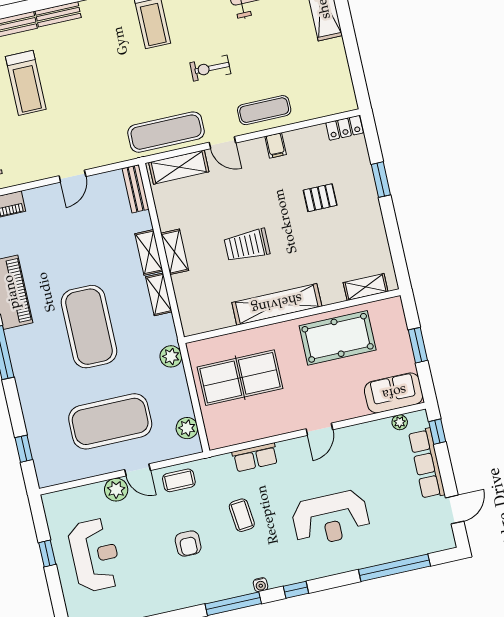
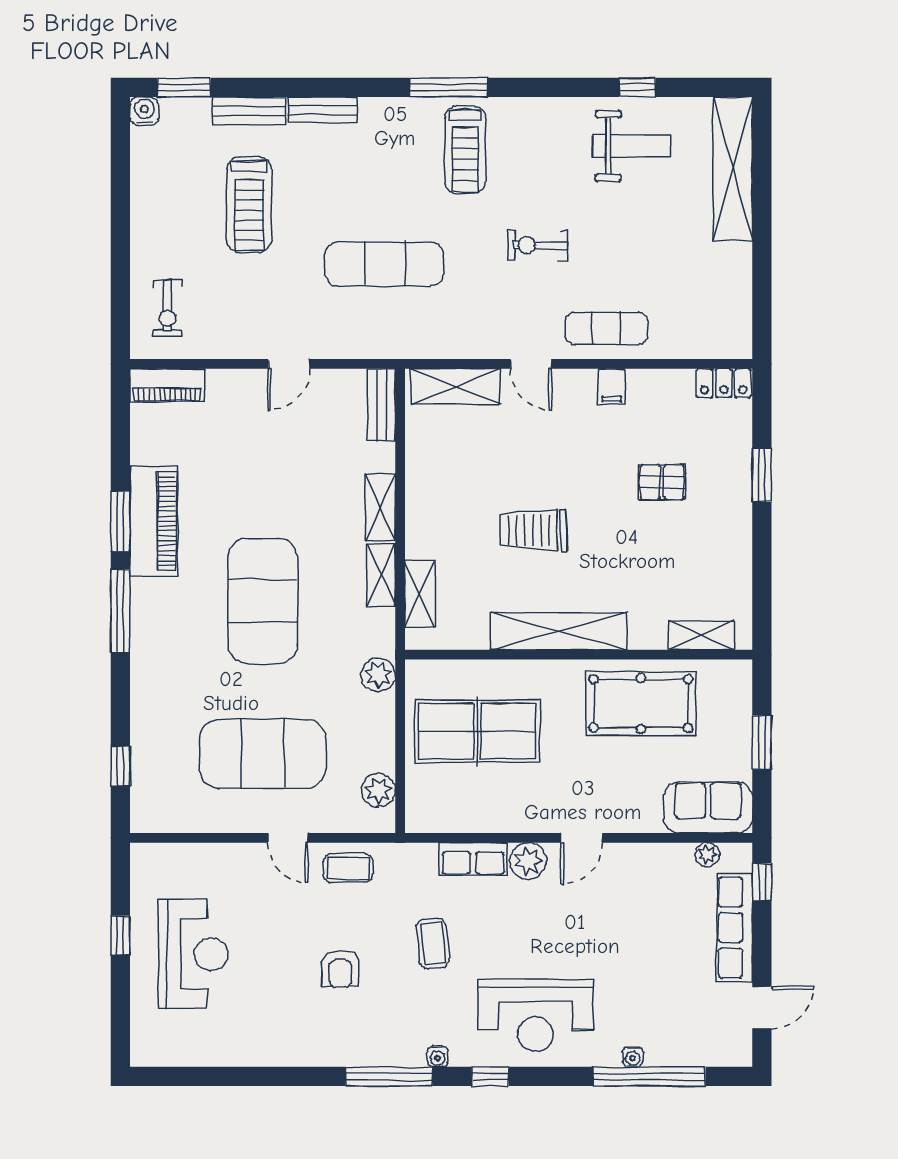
exercise mat: (166, 132) -> (384, 264), moved
shelving: (175, 252) -> (420, 594), moved
plant: (116, 490) -> (528, 861), moved
reception desk: (331, 518) -> (535, 1015), moved
water cooler: (381, 558) -> (633, 1057), added

